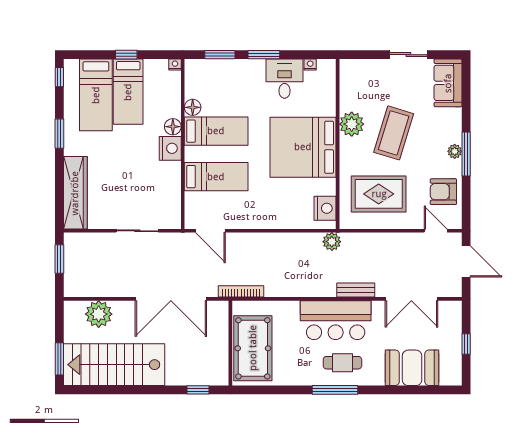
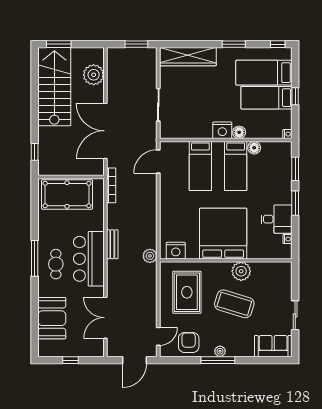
bench: (356, 290) -> (112, 244), moved

